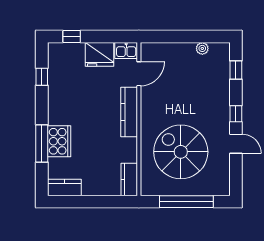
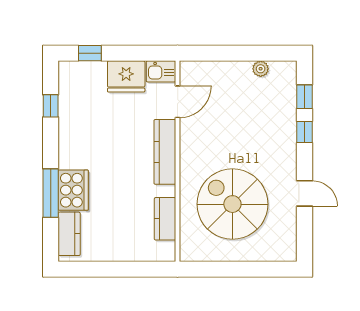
window: (236, 114) -> (305, 132), moved
kitchen counter: (129, 179) -> (165, 219), moved
kitchen counter: (64, 187) -> (69, 234), moved, turned 90
window: (186, 202) -> (240, 269), removed

